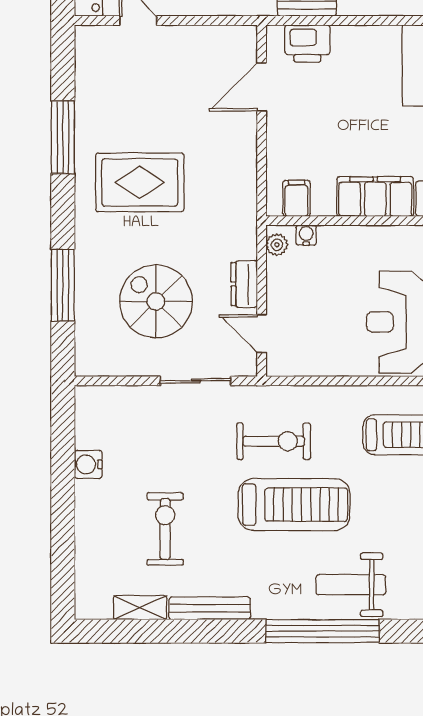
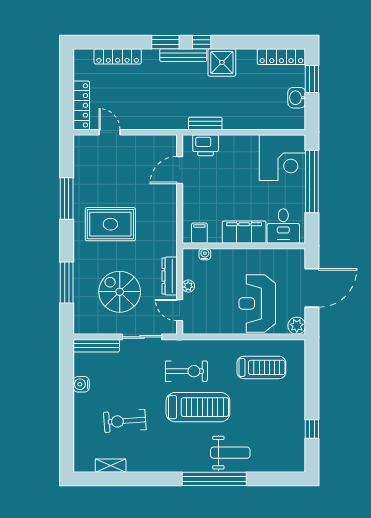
plant: (277, 245) -> (188, 286), moved
dresser: (244, 284) -> (170, 276), width x1.44
exercise bike: (165, 529) -> (125, 421), turned -94
weight bench: (351, 585) -> (230, 453), turned 180
bench: (210, 608) -> (96, 346), moved

